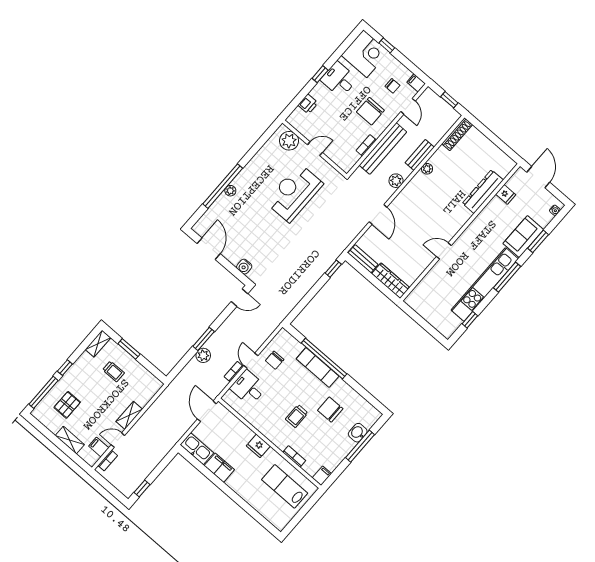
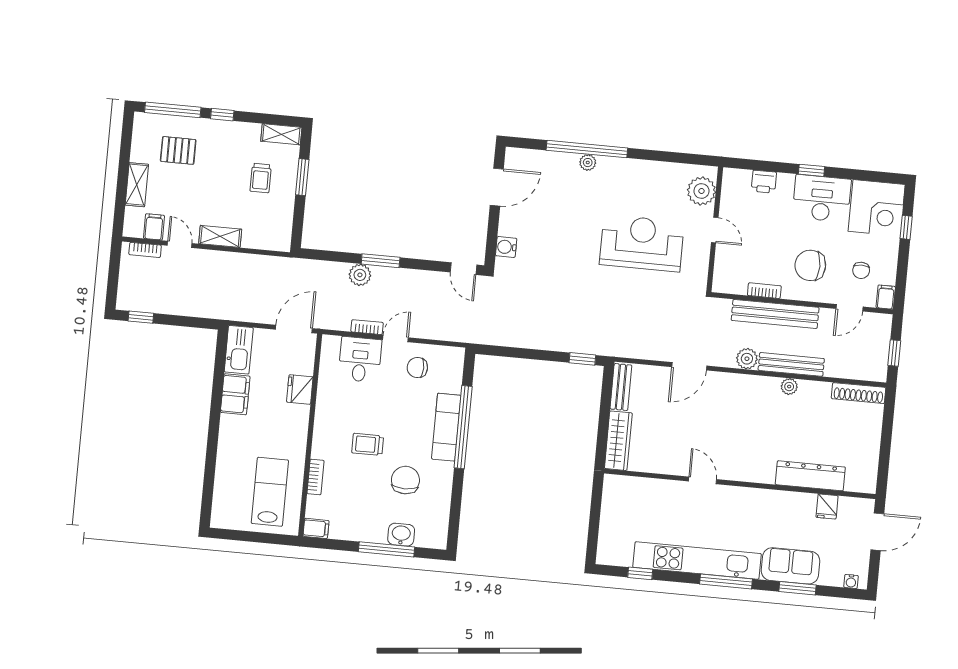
desk: (339, 79) -> (822, 198), width x1.37
bench: (420, 155) -> (791, 364), width x1.36
fridge: (258, 446) -> (300, 389), moved

